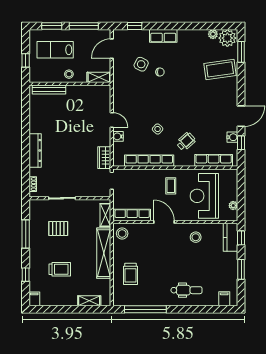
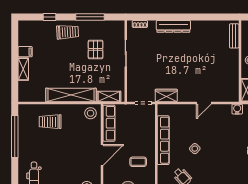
bench: (49, 90) -> (234, 36), width x0.73
water cooler: (118, 136) -> (237, 109), moved
trolley: (60, 269) -> (68, 32), moved, turned -93
filing cabinet: (34, 299) -> (25, 52), moved
shelving: (89, 301) -> (23, 69), moved

